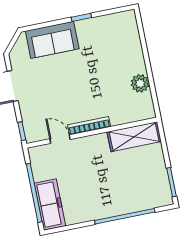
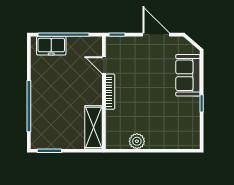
door: (60, 139) -> (104, 65), swing flipped
freezer: (50, 204) -> (51, 46), width x0.71

